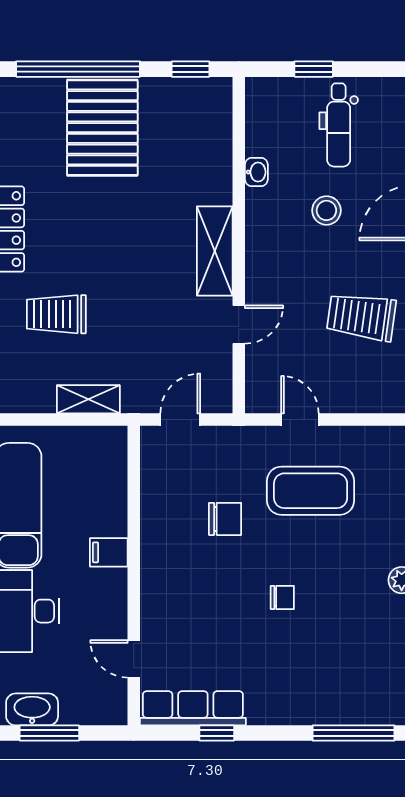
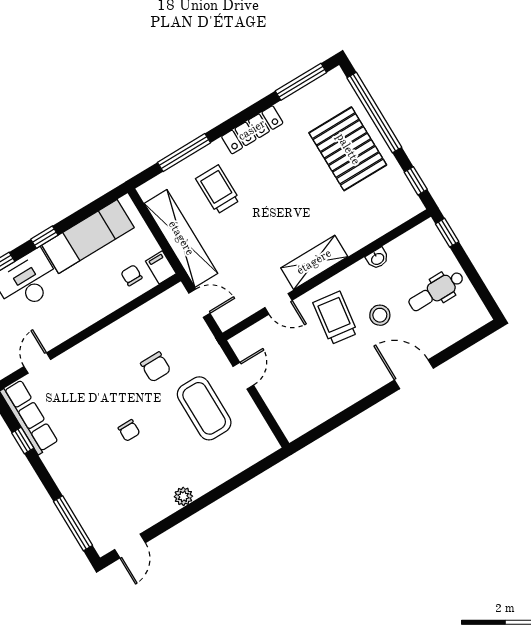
window: (314, 69) -> (447, 233), moved
pallet: (102, 128) -> (348, 149), turned 90
trolley: (361, 317) -> (335, 318), moved
shelving: (88, 399) -> (181, 238), width x2.20, depth x1.33
chair: (97, 481) -> (132, 275), added
filing cabinet: (109, 552) -> (161, 267), moved

